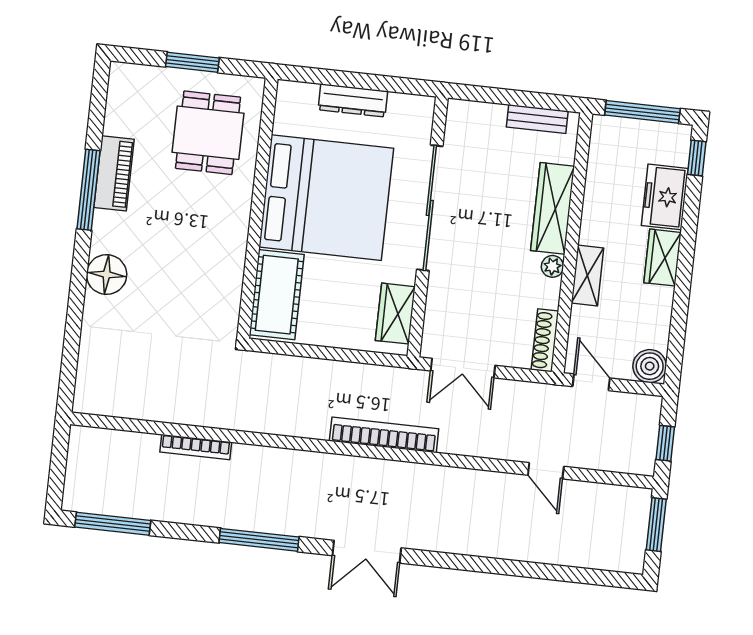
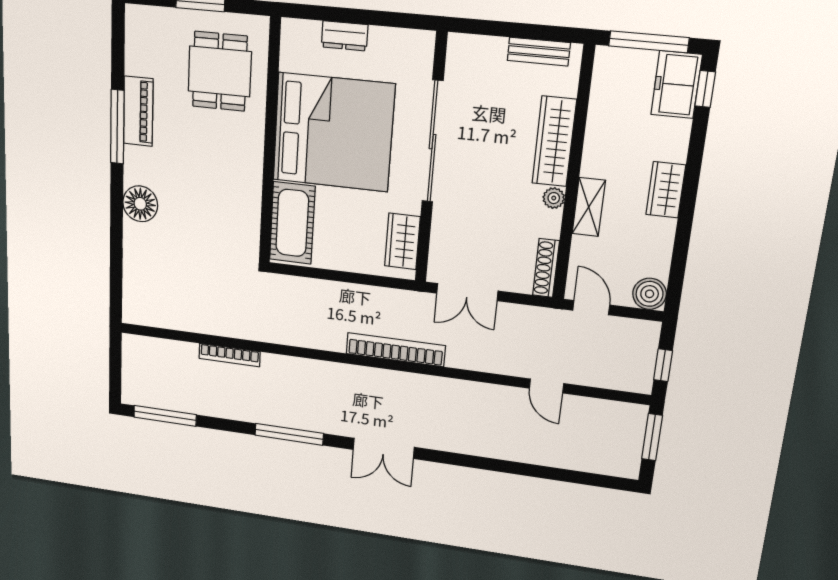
dresser: (353, 100) -> (345, 36), width x0.70
freezer: (665, 197) -> (676, 85), moved

